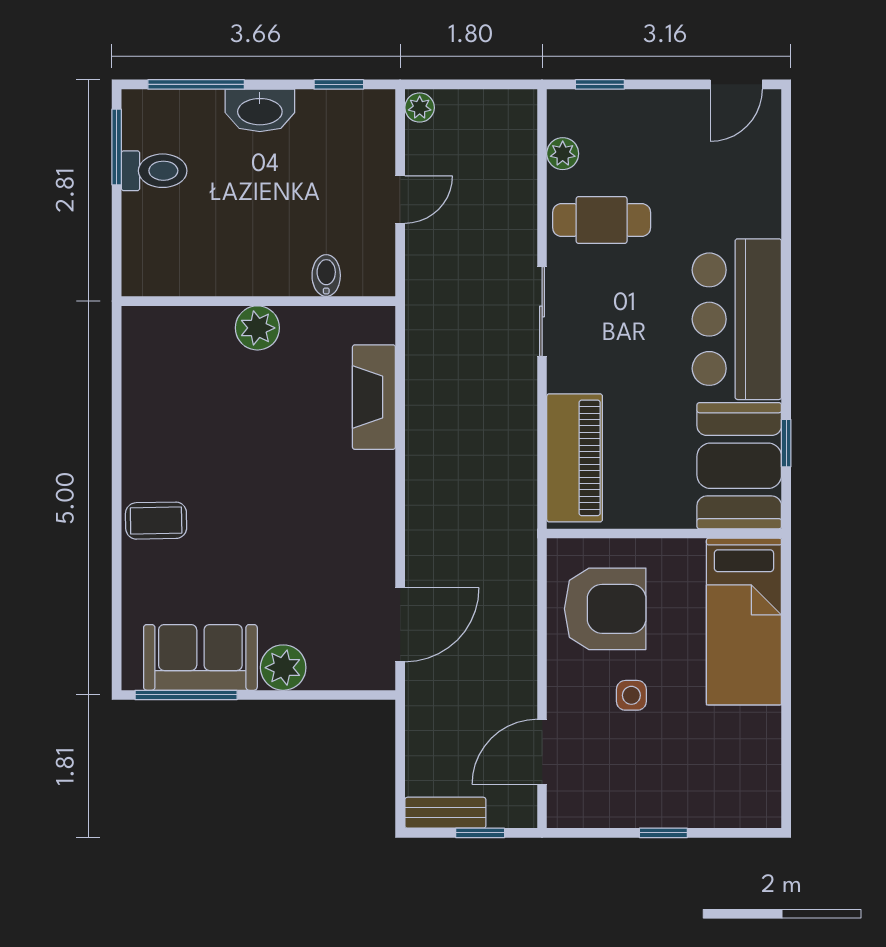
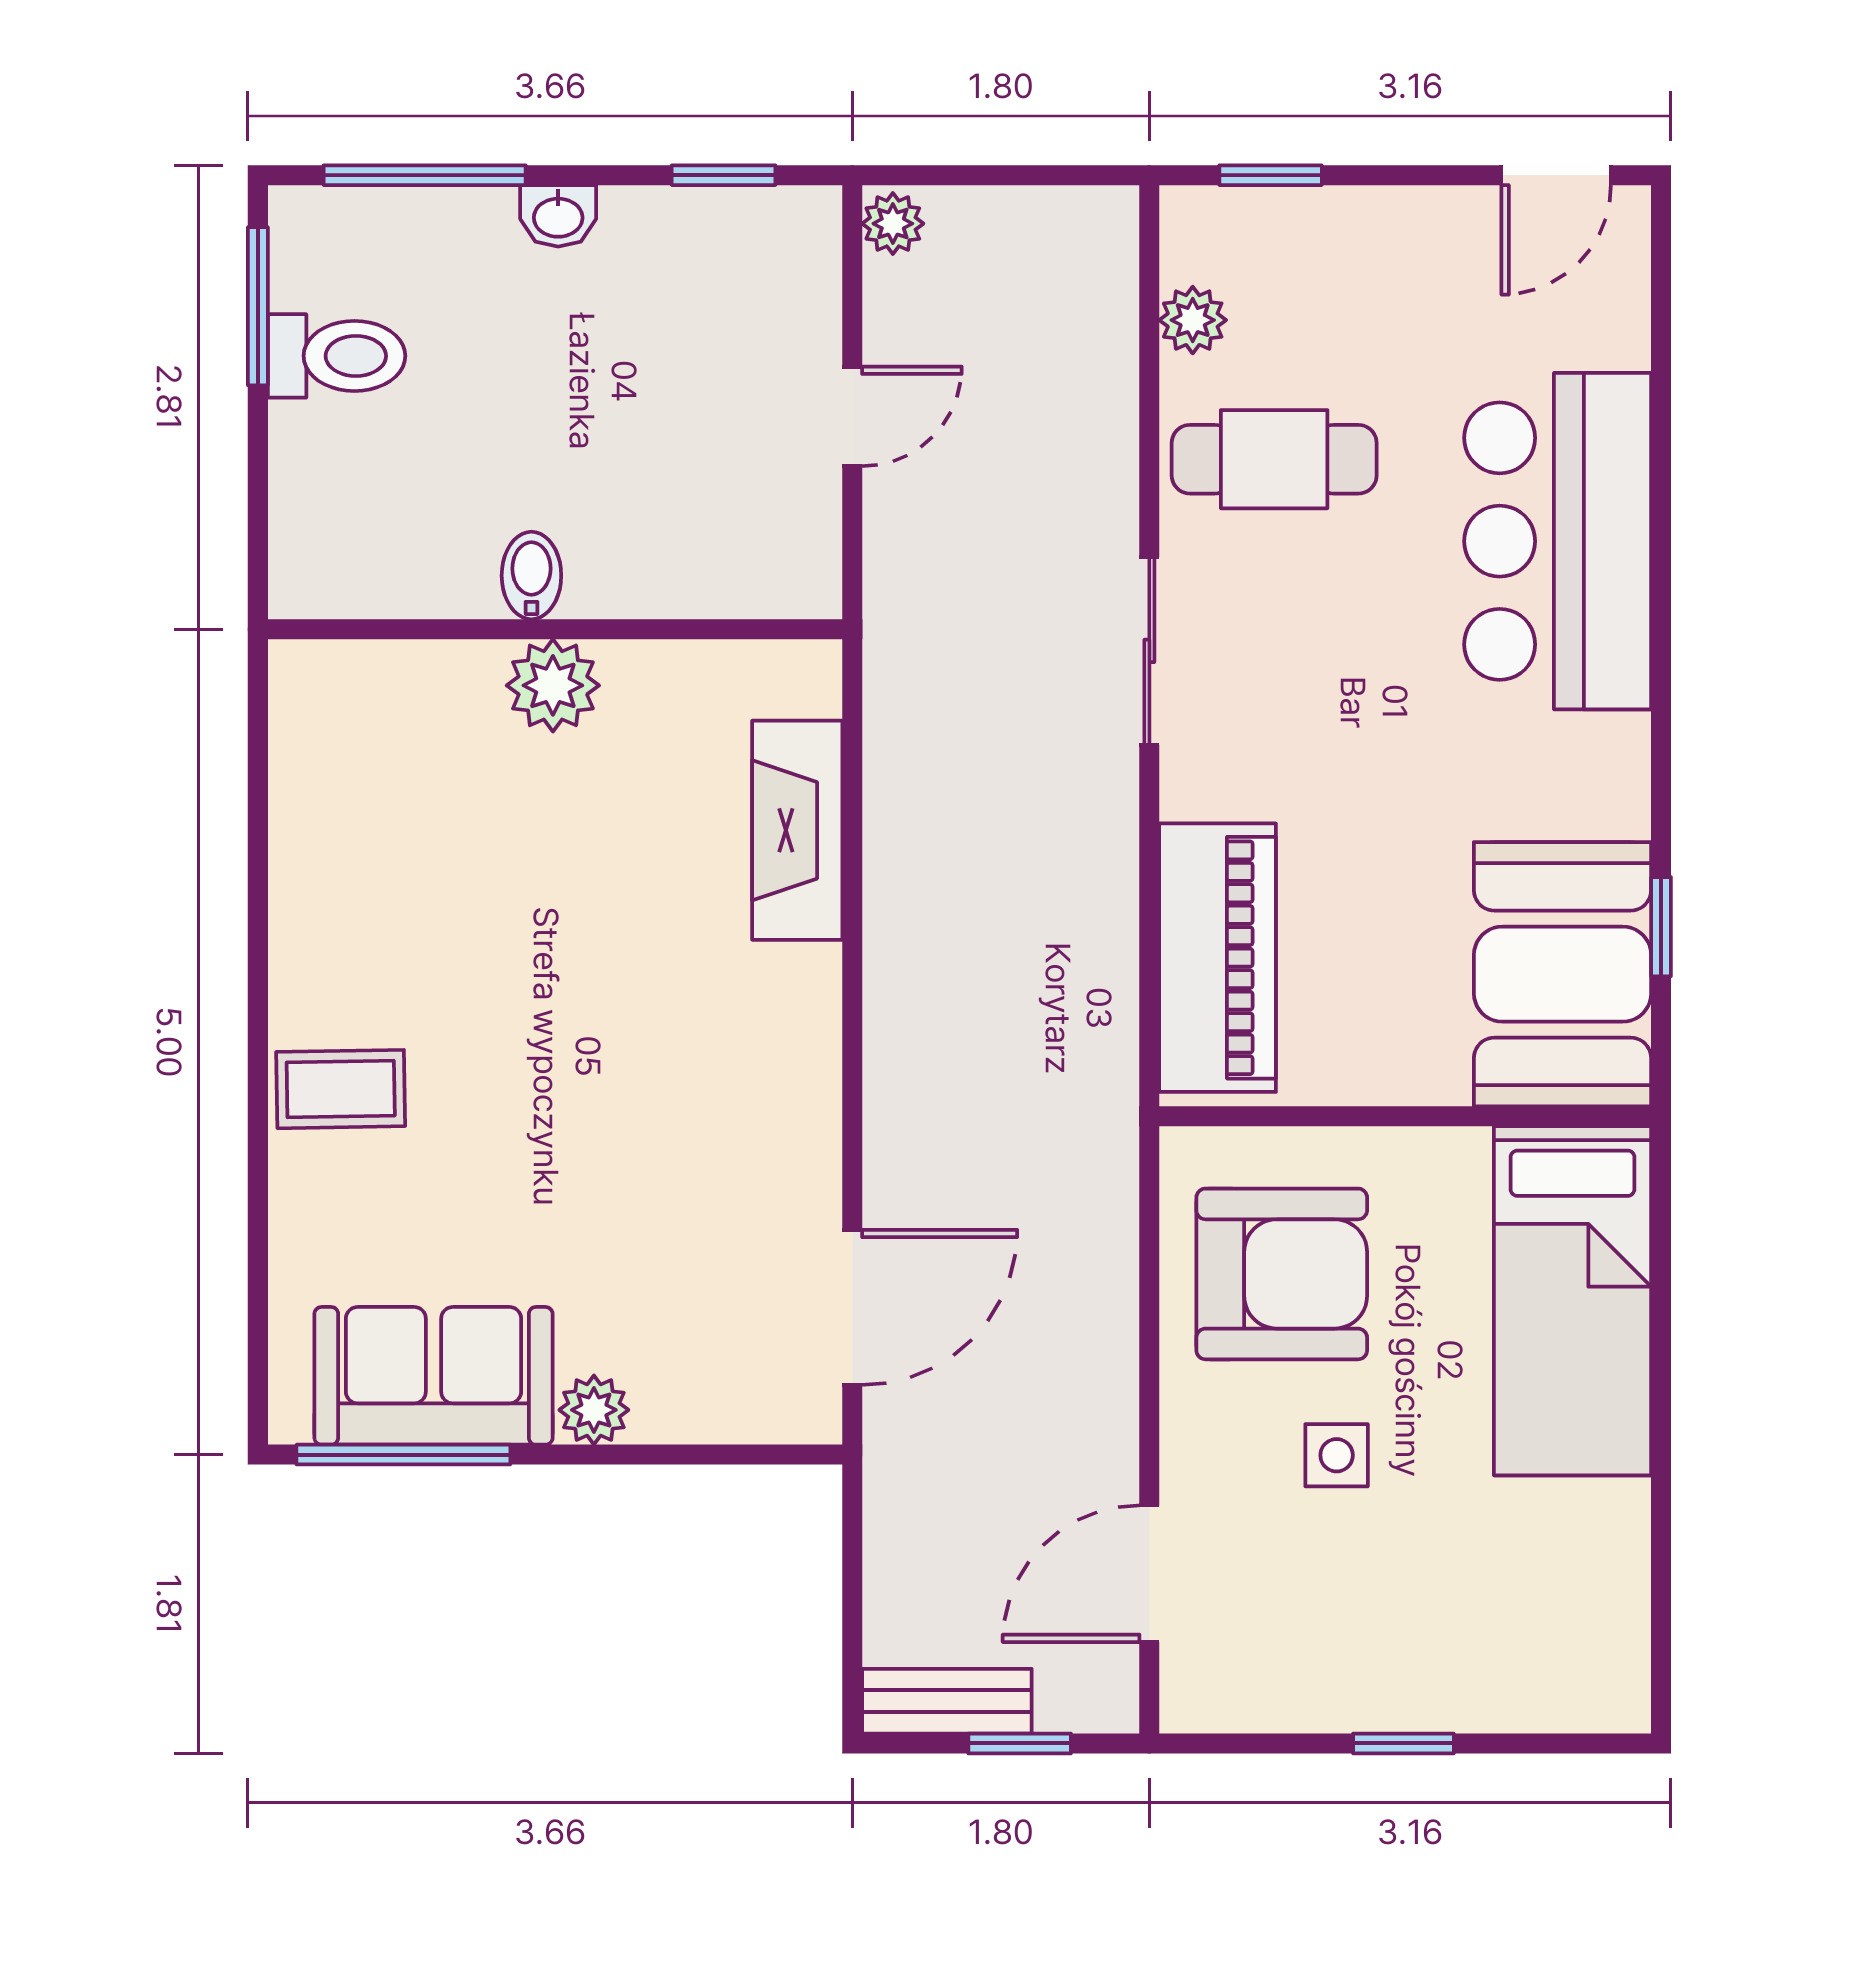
washbasin: (260, 110) -> (558, 216), width x0.52, depth x0.69
bidet: (326, 275) -> (531, 576), moved
bar counter: (737, 319) -> (1558, 541), moved
plant: (283, 668) -> (594, 1410), width x0.73, depth x0.73

